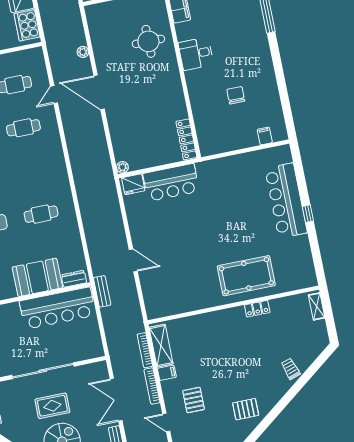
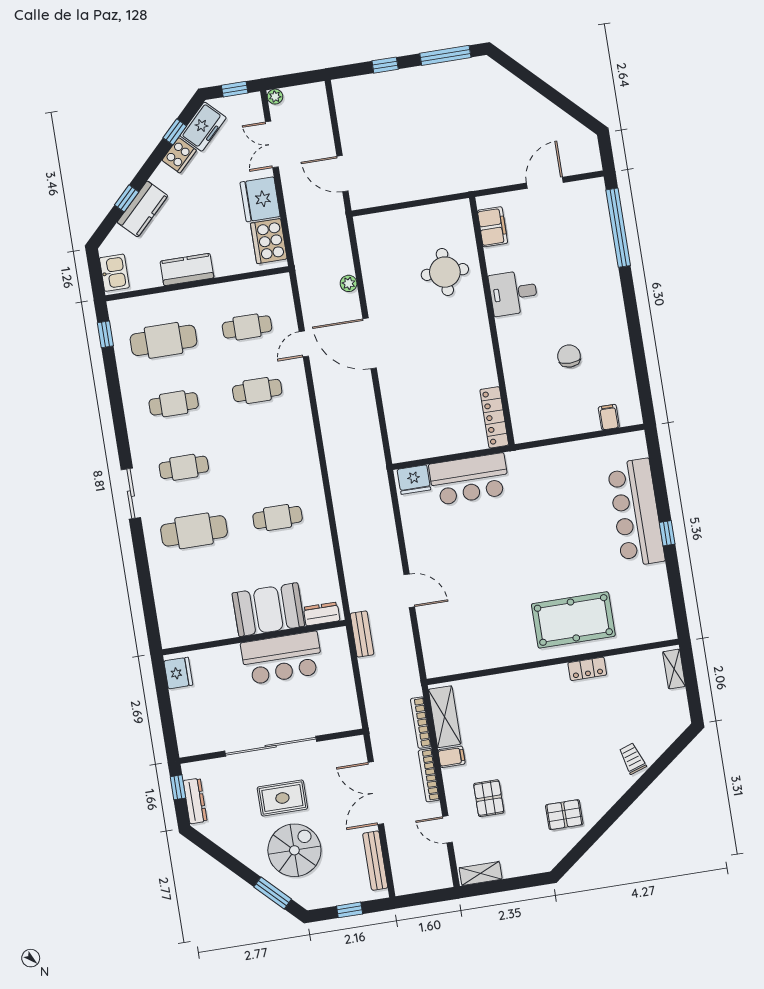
plant: (122, 167) -> (399, 454), removed
bar counter: (58, 308) -> (282, 658), width x0.73

